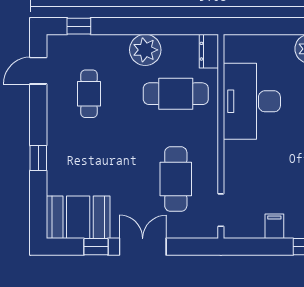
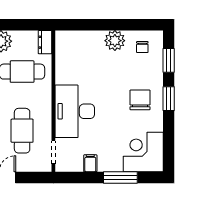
desk: (252, 101) -> (75, 111), moved

